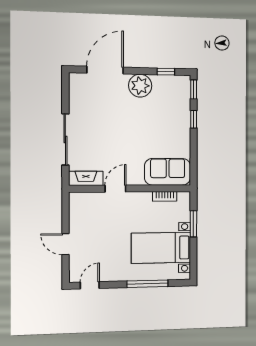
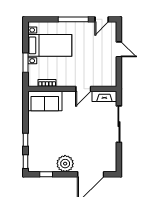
window: (147, 284) -> (73, 19), moved

